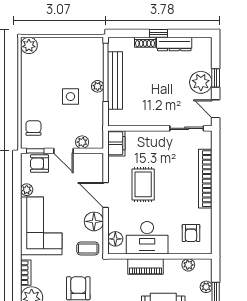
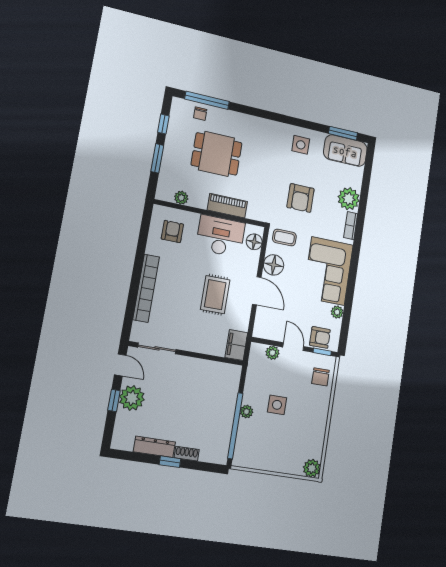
bench: (115, 81) -> (227, 415), removed
plant: (206, 287) -> (166, 170), removed

